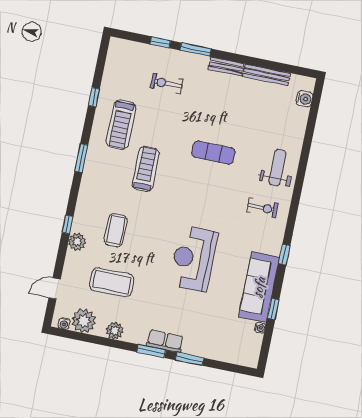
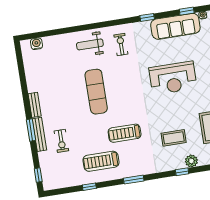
window: (160, 42) -> (38, 175), moved
bench: (267, 75) -> (39, 134), moved
treadmill: (121, 125) -> (101, 161), turned 180
exercise mat: (213, 153) -> (96, 92), width x1.36, depth x1.45

